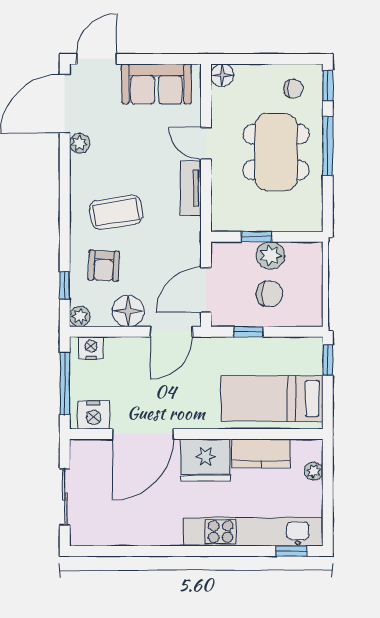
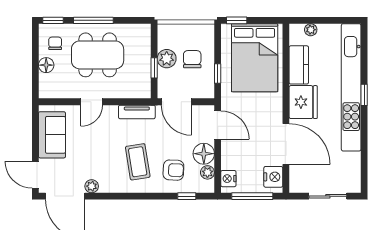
floor lamp: (222, 75) -> (46, 65), moved
tv unit: (191, 188) -> (137, 112), moved
door: (206, 290) -> (176, 102), moved
plant: (80, 317) -> (207, 172), moved
bed: (272, 399) -> (255, 58), width x1.50
kitchen unit: (253, 532) -> (351, 87), width x1.36
window: (291, 551) -> (364, 95), moved

